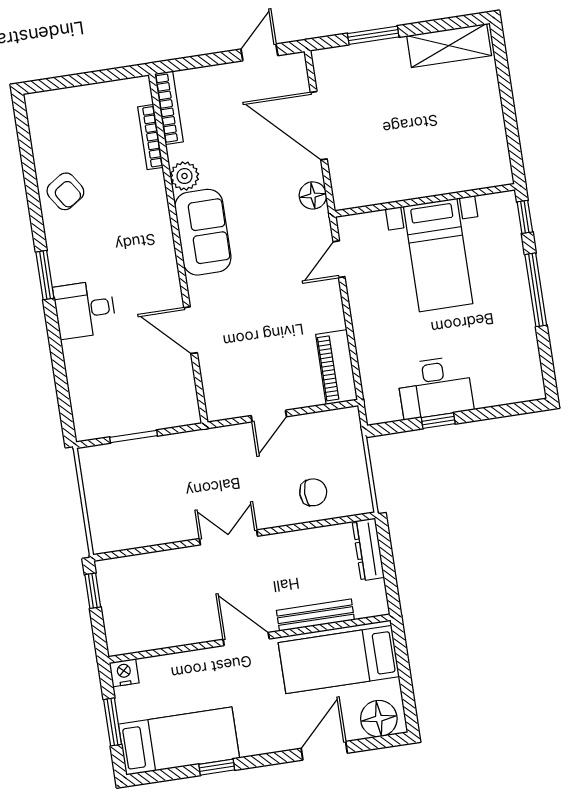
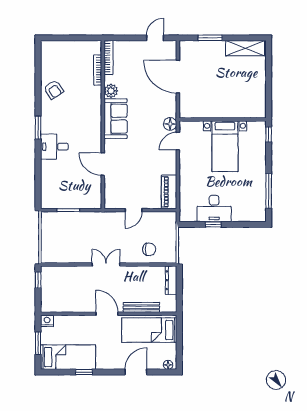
floor lamp: (313, 195) -> (170, 124), moved
window: (536, 290) -> (269, 191), moved
floor lamp: (379, 719) -> (168, 365), width x0.53, depth x0.53

